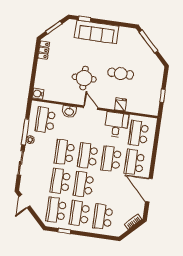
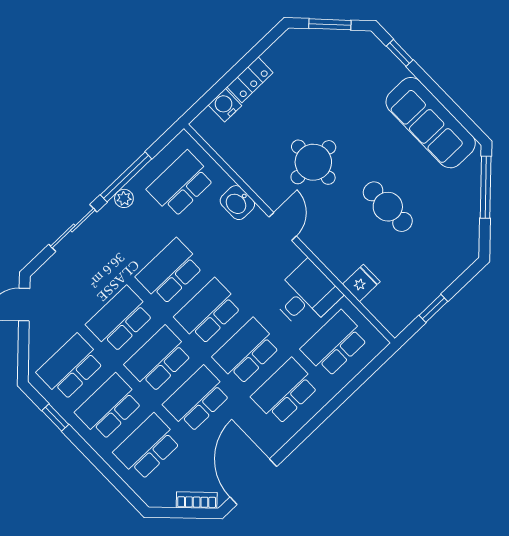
sofa: (97, 32) -> (431, 123), moved
locker: (44, 50) -> (250, 80), moved
water cooler: (38, 94) -> (225, 105), moved
fridge: (121, 104) -> (361, 283), moved
school desk: (107, 188) -> (197, 399), added
door: (149, 190) -> (253, 482), moved

